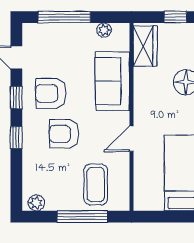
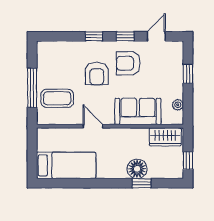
window: (64, 17) -> (188, 74), width x0.46
armchair: (51, 93) -> (128, 63), turned -90
armchair: (64, 134) -> (97, 74), turned 180
plant: (36, 203) -> (43, 52), removed

